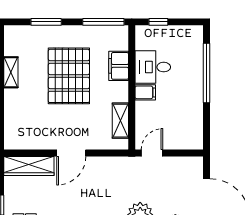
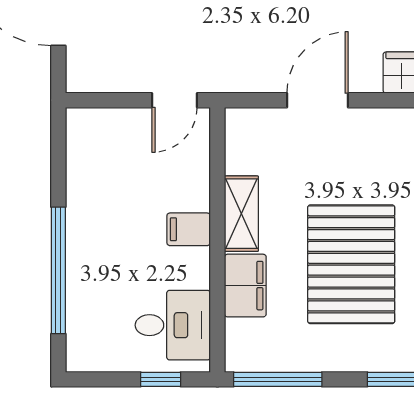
desk: (153, 67) -> (173, 325), moved
shelving: (120, 121) -> (241, 214), moved
door: (71, 153) -> (317, 100), moved

